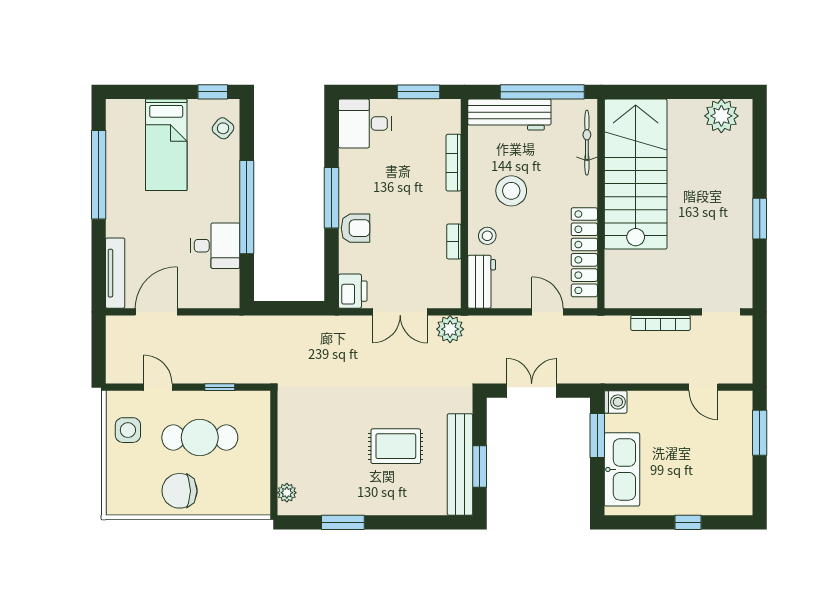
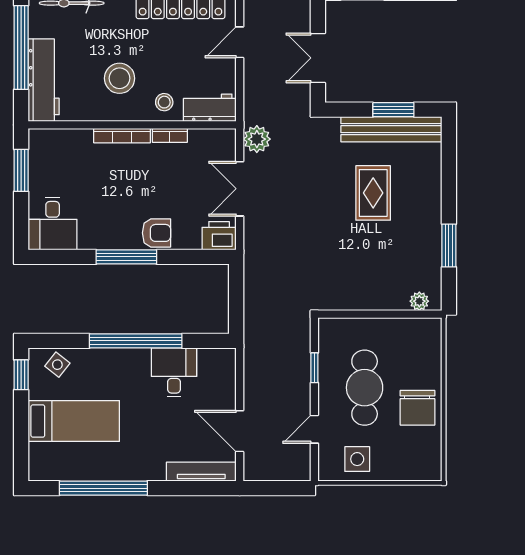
bookcase: (454, 163) -> (122, 136), moved
armchair: (356, 228) -> (156, 233), turned 90
double door: (400, 312) -> (240, 189), swing flipped

